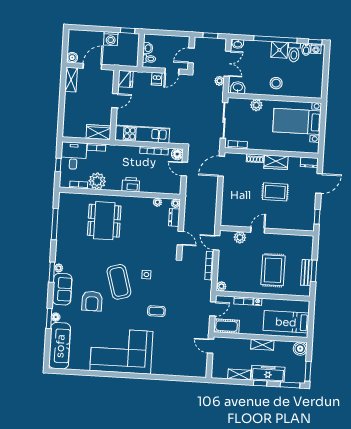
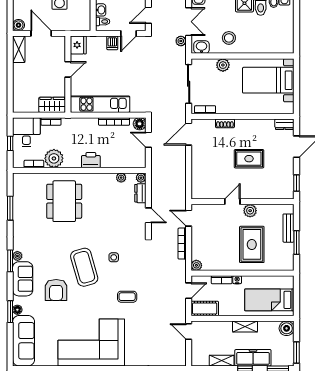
door: (92, 66) -> (41, 33), hinge flipped
stool: (276, 83) -> (229, 38), moved
wardrobe: (276, 162) -> (248, 126), removed
window: (55, 224) -> (10, 208), width x0.69
plant: (240, 237) -> (250, 211), moved
bench: (306, 273) -> (289, 228), moved

